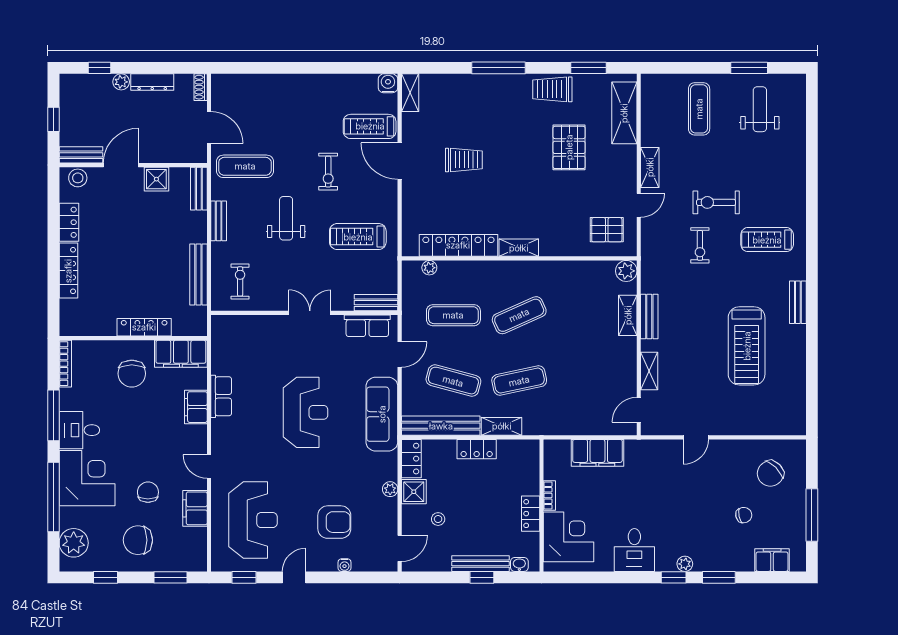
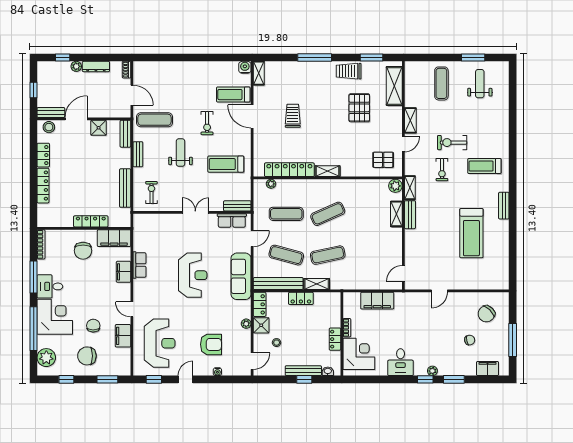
trolley: (464, 160) -> (293, 116), turned -90
shelving: (649, 371) -> (410, 188), moved

